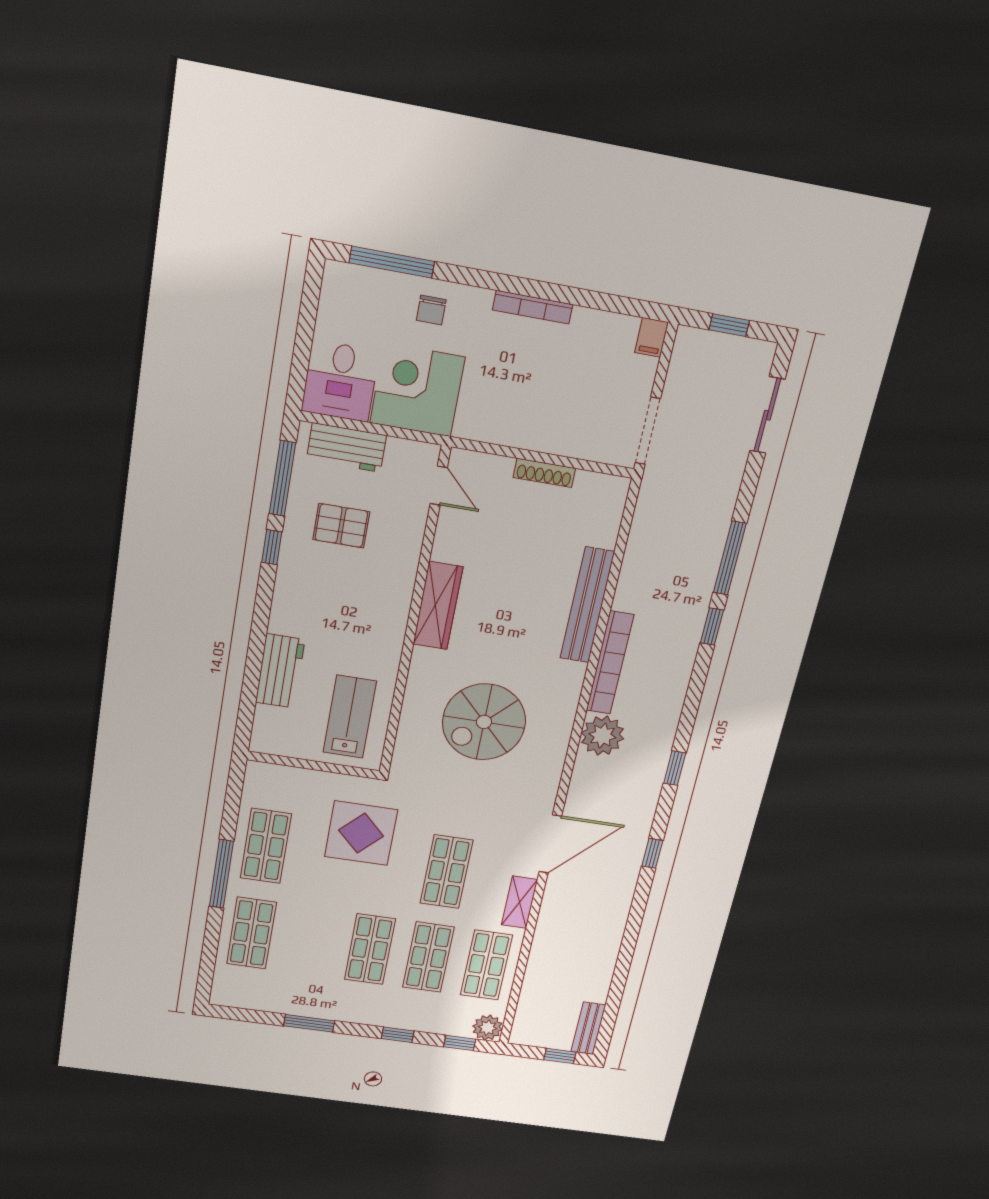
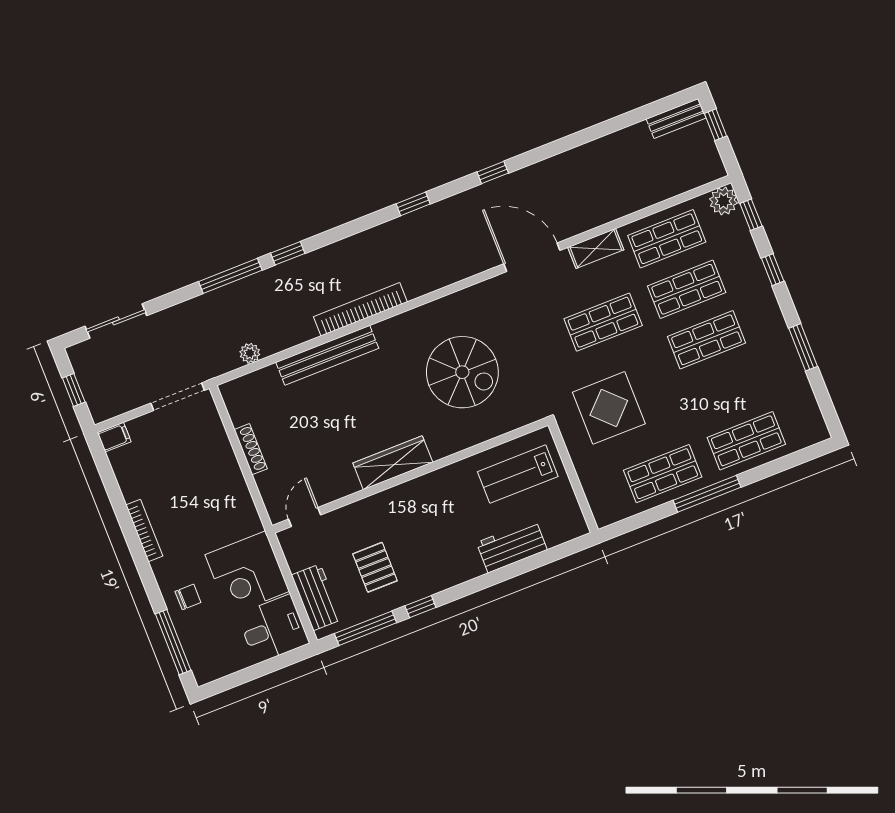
plant: (602, 736) -> (250, 353), moved, width x0.53, depth x0.53

